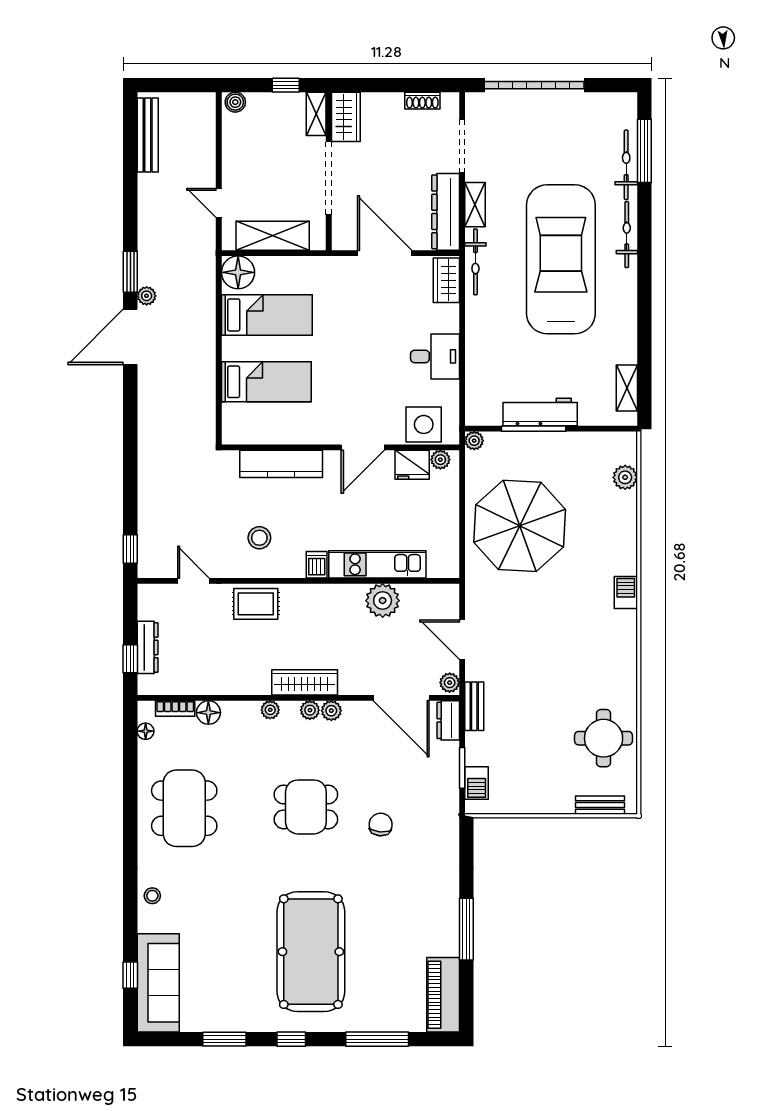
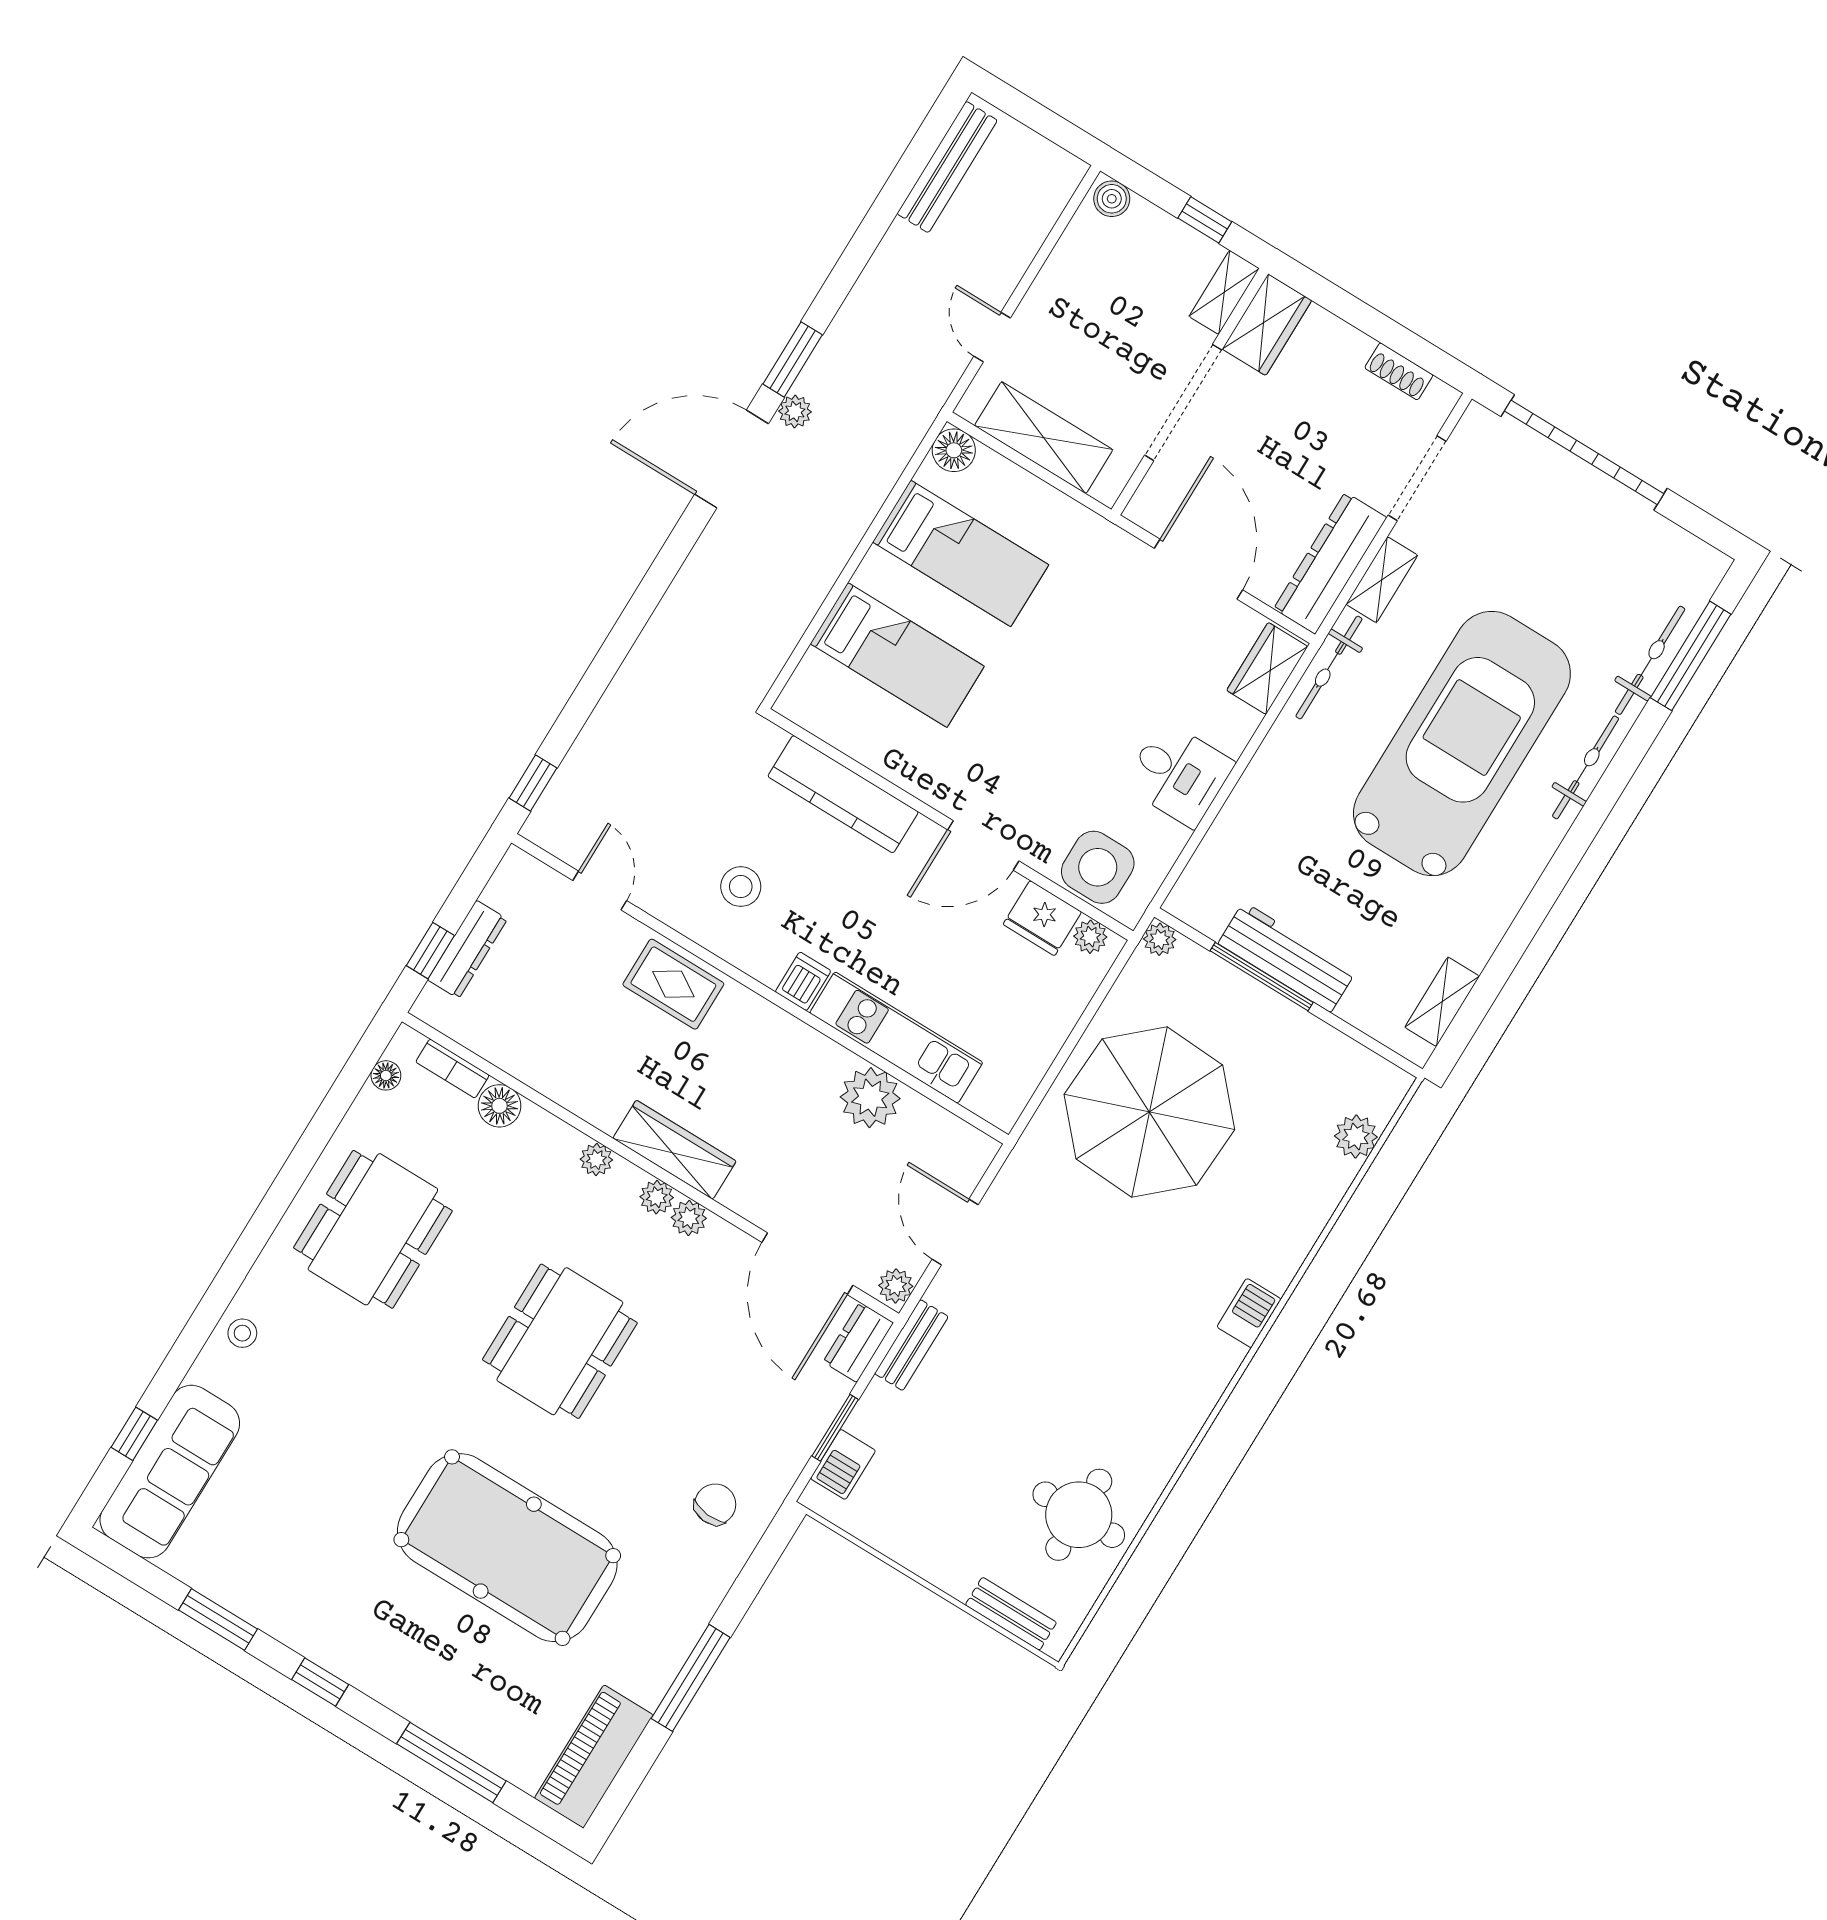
floor lamp: (238, 272) -> (954, 450), width x0.73, depth x0.73
dining table: (306, 807) -> (560, 1341), width x1.38
chair: (381, 825) -> (715, 1504), moved
pool table: (311, 952) -> (507, 1548), moved, turned 90

